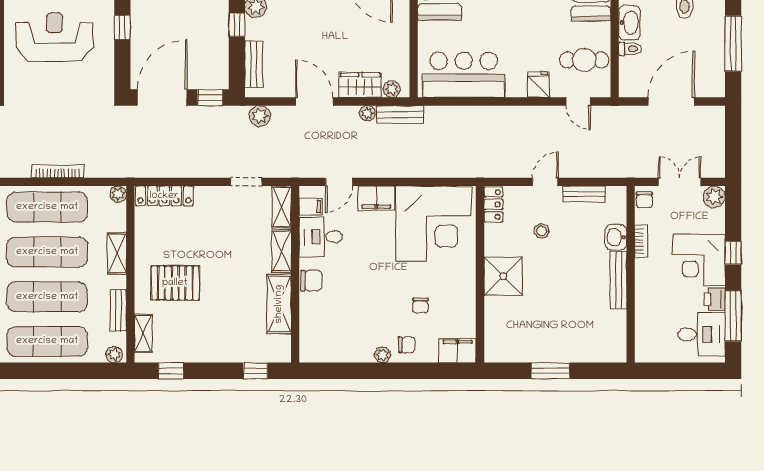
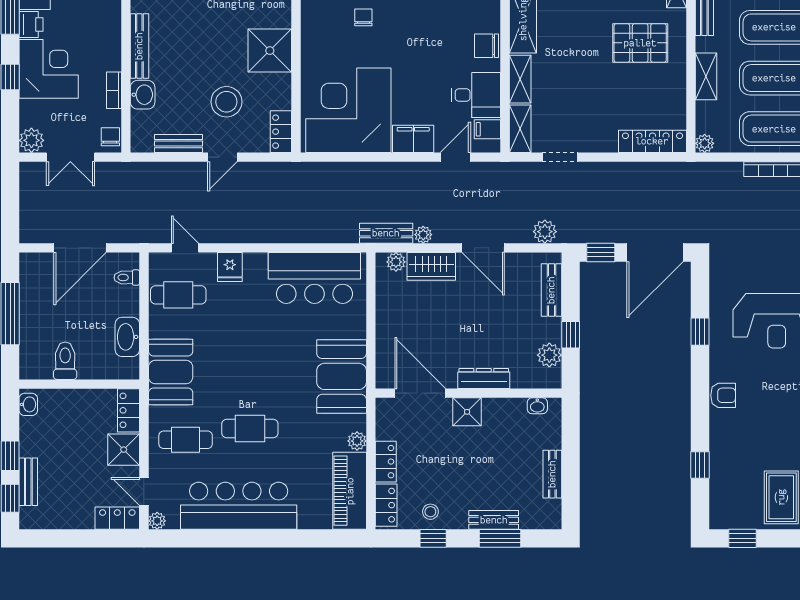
toilet: (630, 49) -> (127, 277), moved
stool: (542, 231) -> (226, 102), width x1.89, depth x1.89

